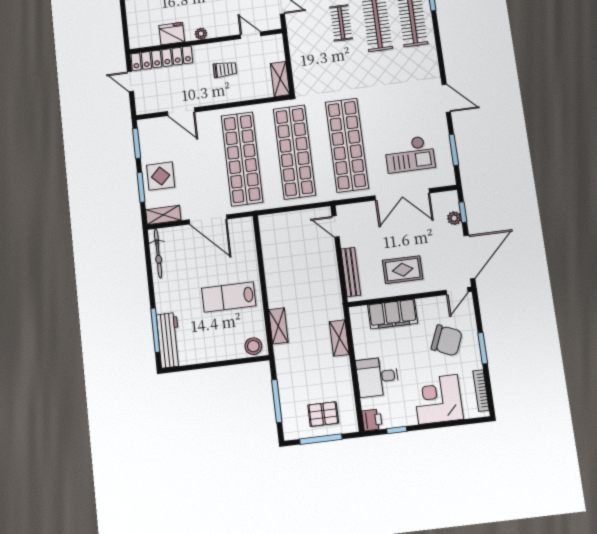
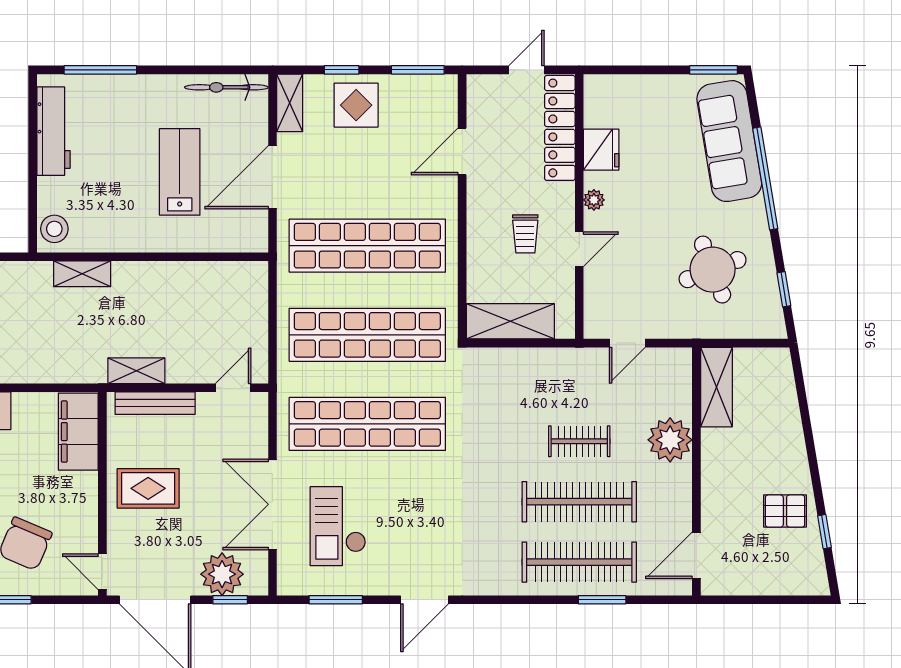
door: (251, 35) -> (579, 249), moved
shelving: (280, 79) -> (510, 321), width x1.50, depth x1.33
window: (141, 187) -> (342, 70), width x0.67
plant: (454, 218) -> (222, 574), width x1.88, depth x1.88
rug: (403, 270) -> (148, 488), turned 90
lab bench: (229, 297) -> (180, 172), moved
filing cabinet: (393, 314) -> (78, 432), moved
shelving: (339, 338) -> (136, 371), moved
workbench: (169, 340) -> (53, 131), moved, turned -90

